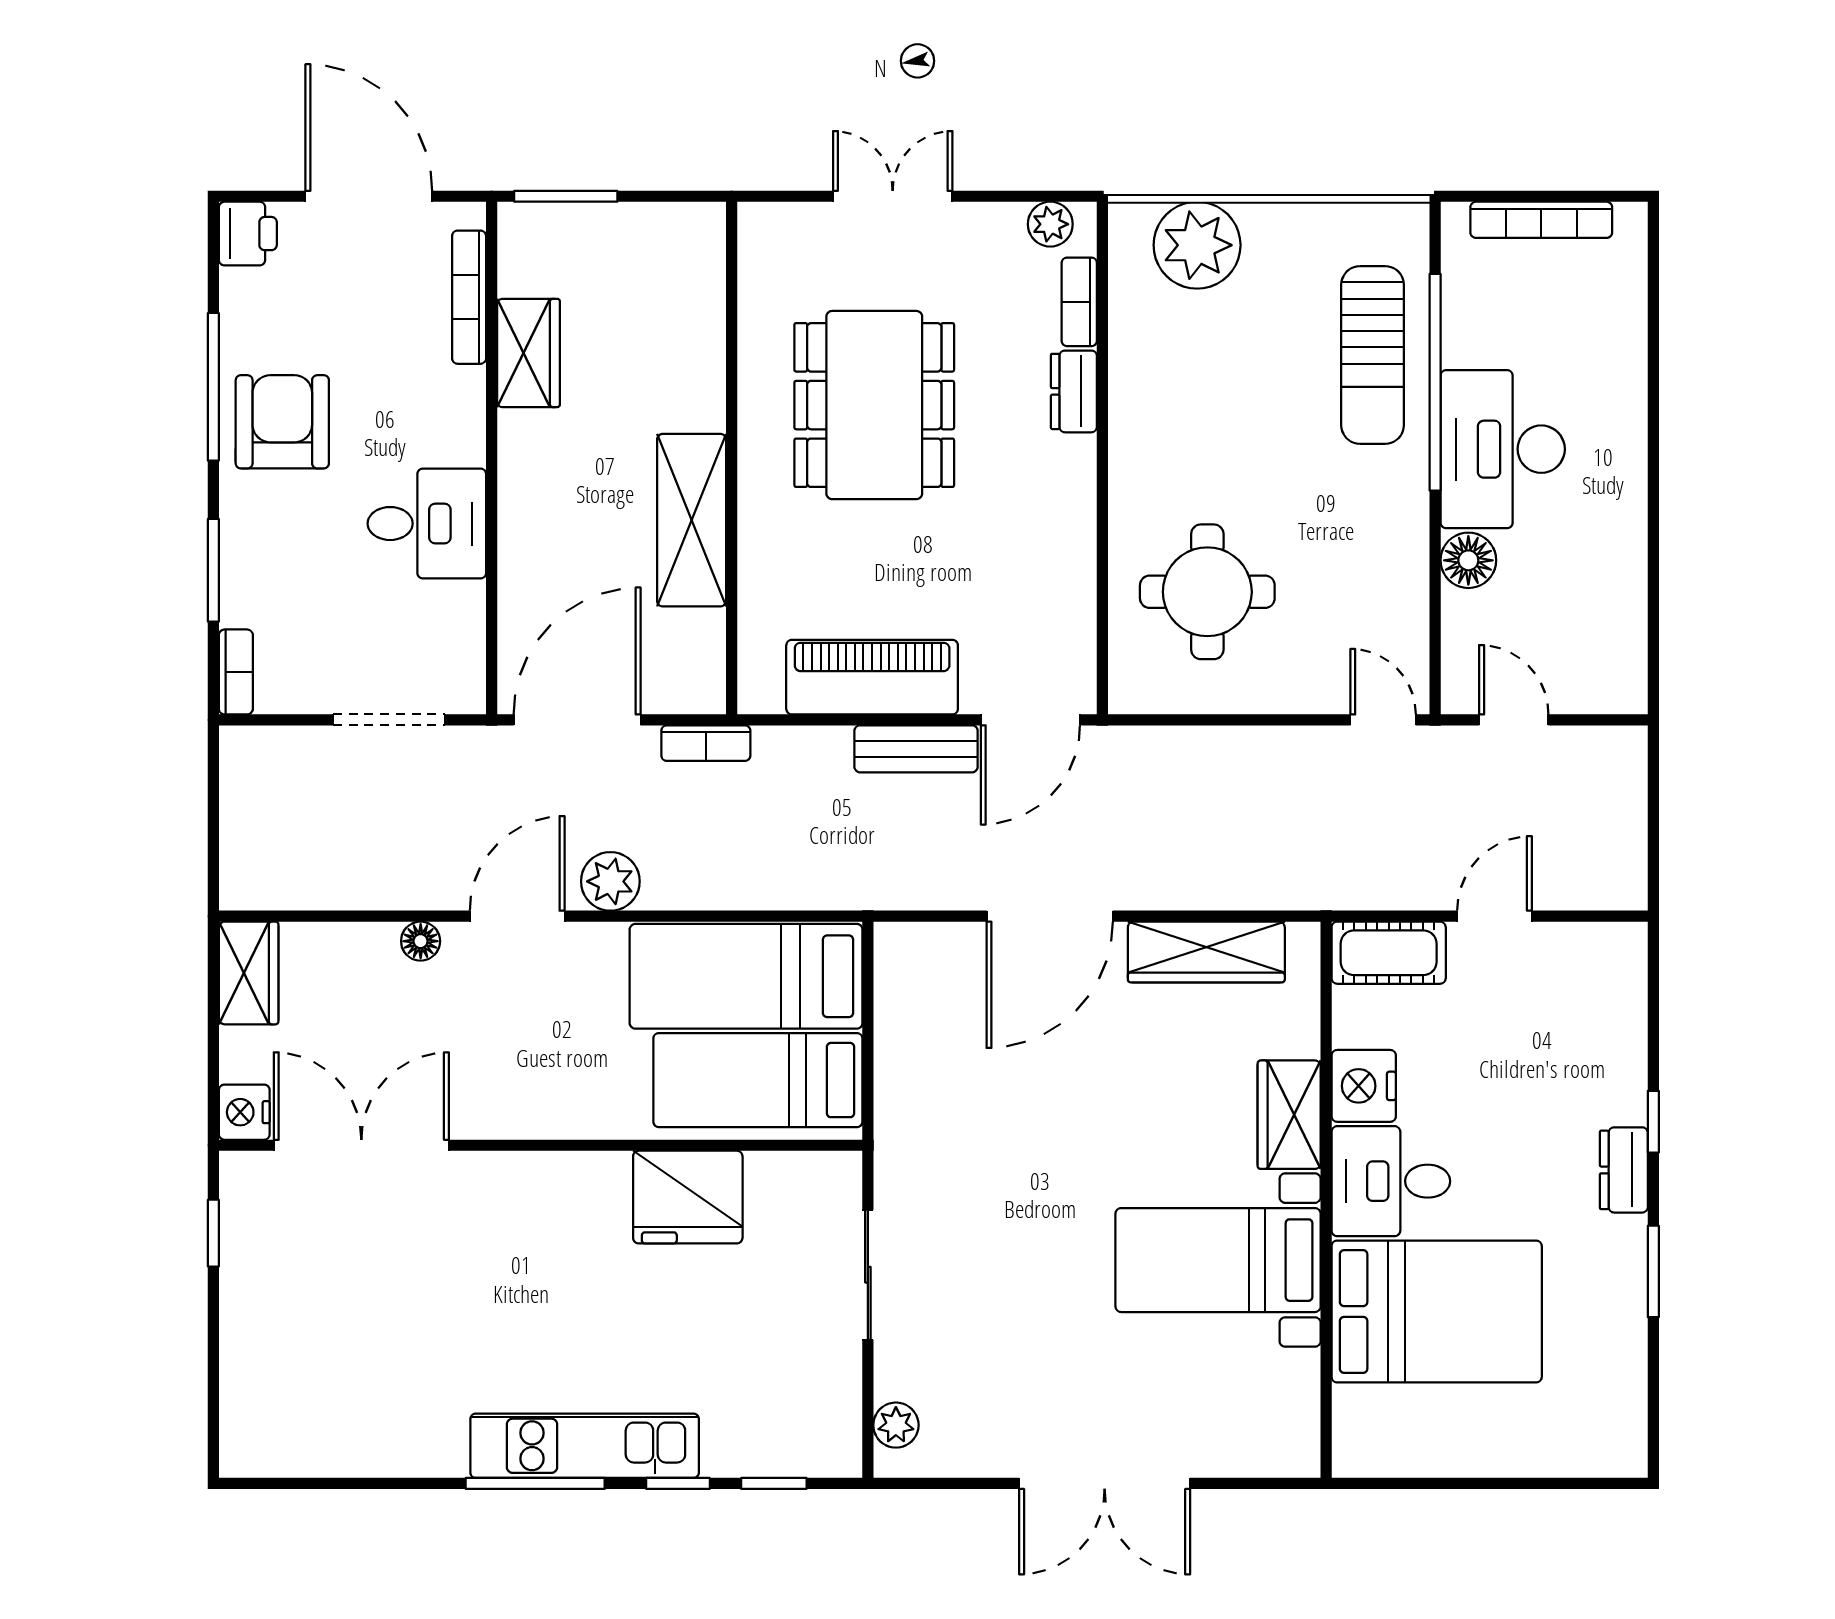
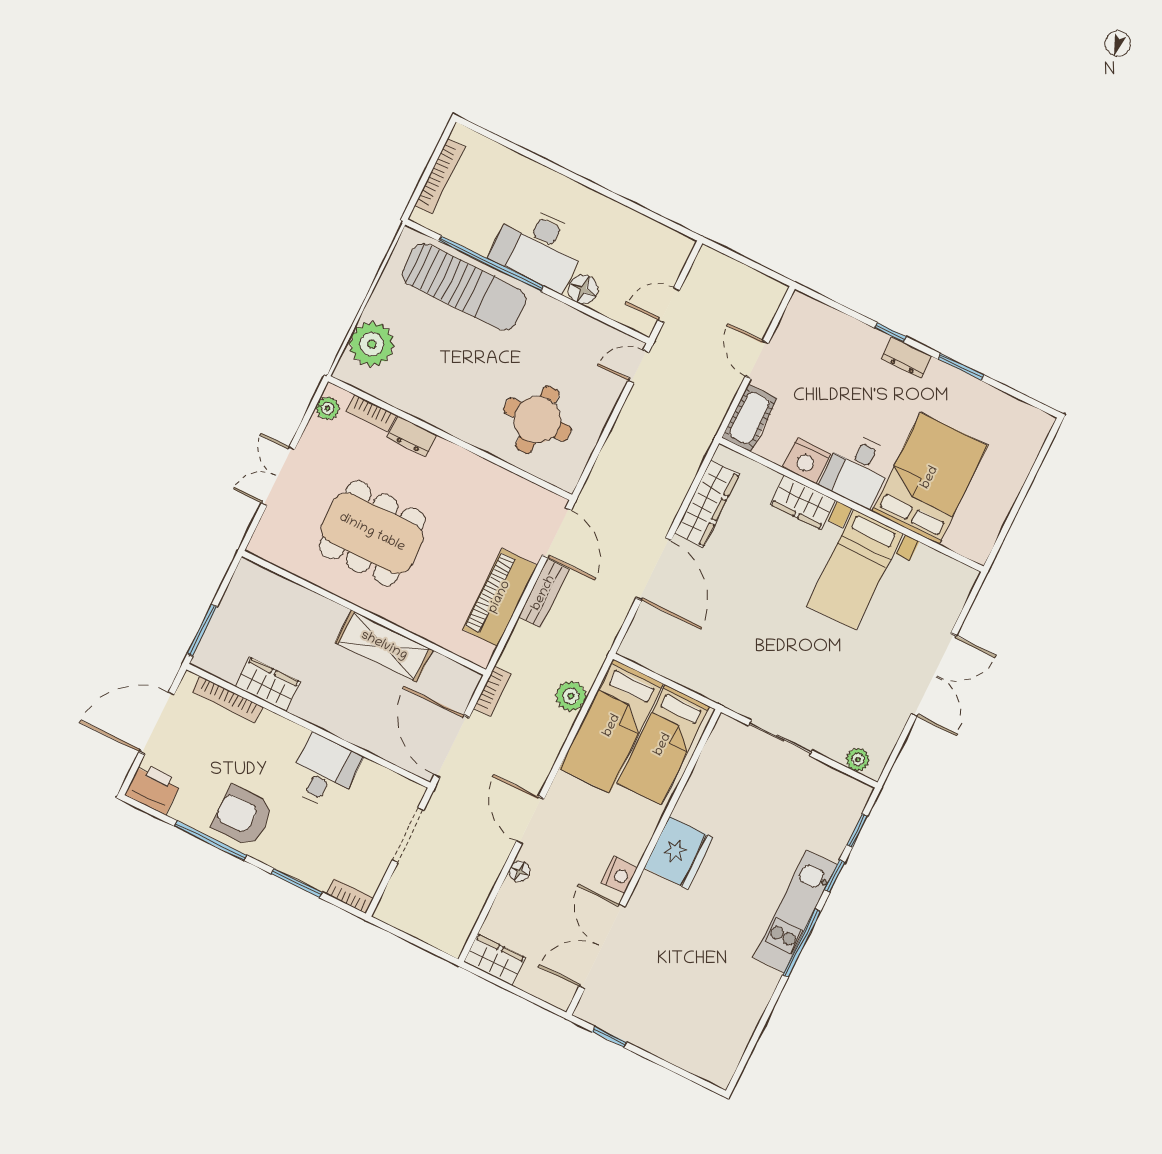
printer: (248, 234) -> (153, 788), width x1.36, depth x1.24
sun lounger: (1373, 355) -> (464, 287), width x1.36, depth x1.34
plant: (610, 881) -> (571, 696), moved
nightstand: (244, 1112) -> (619, 875), moved, turned -90
fridge: (688, 1197) -> (679, 853), moved

